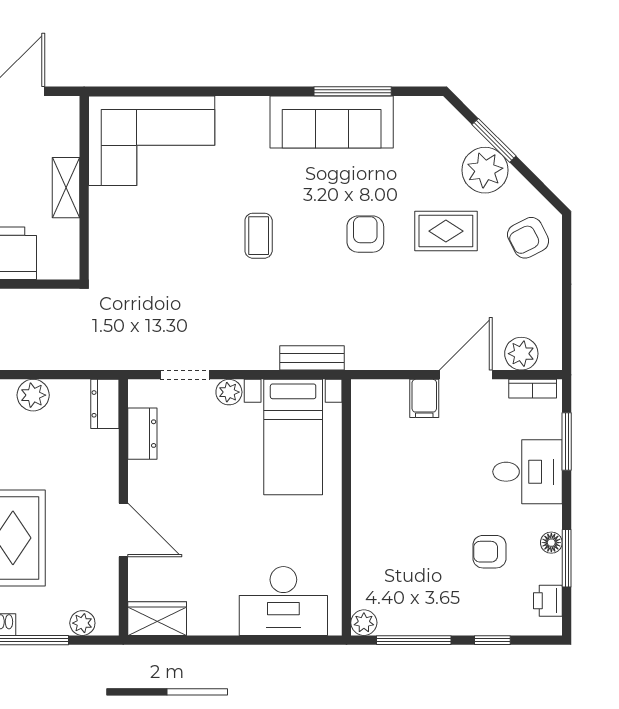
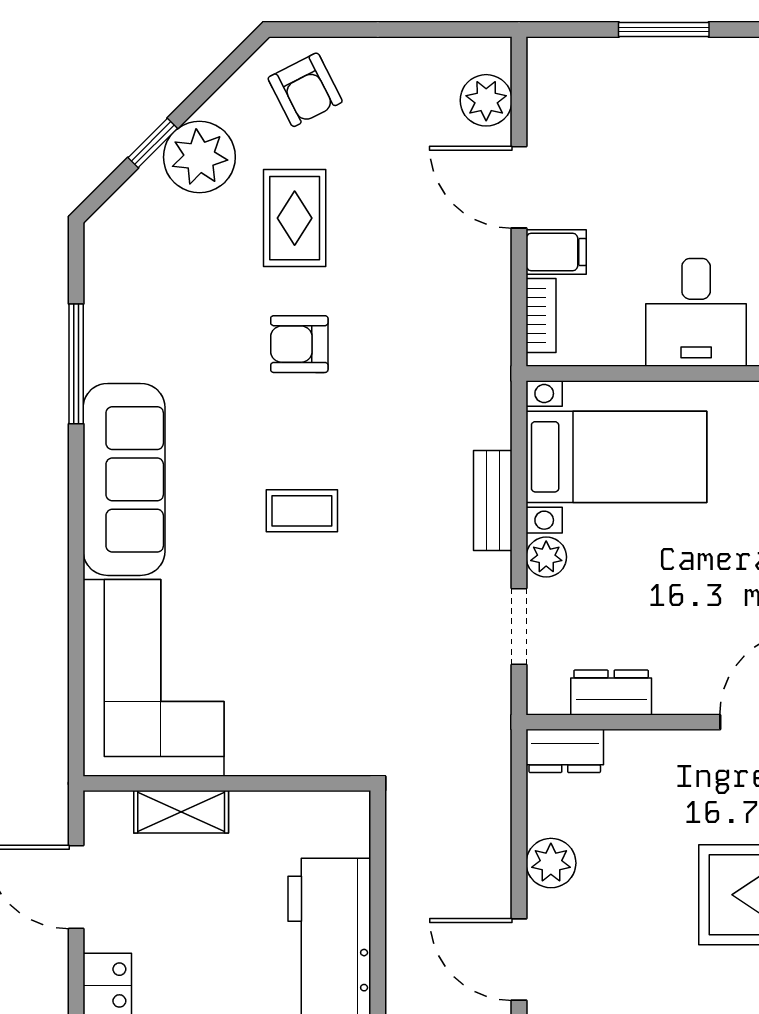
sofa: (332, 122) -> (124, 479), moved
window: (494, 140) -> (153, 143), width x0.67
shelving: (66, 188) -> (181, 812), moved
bench: (312, 358) -> (493, 500), moved
bookcase: (533, 389) -> (541, 315), moved
window: (567, 442) -> (664, 30), moved
desk: (527, 472) -> (696, 312), moved, turned 180

